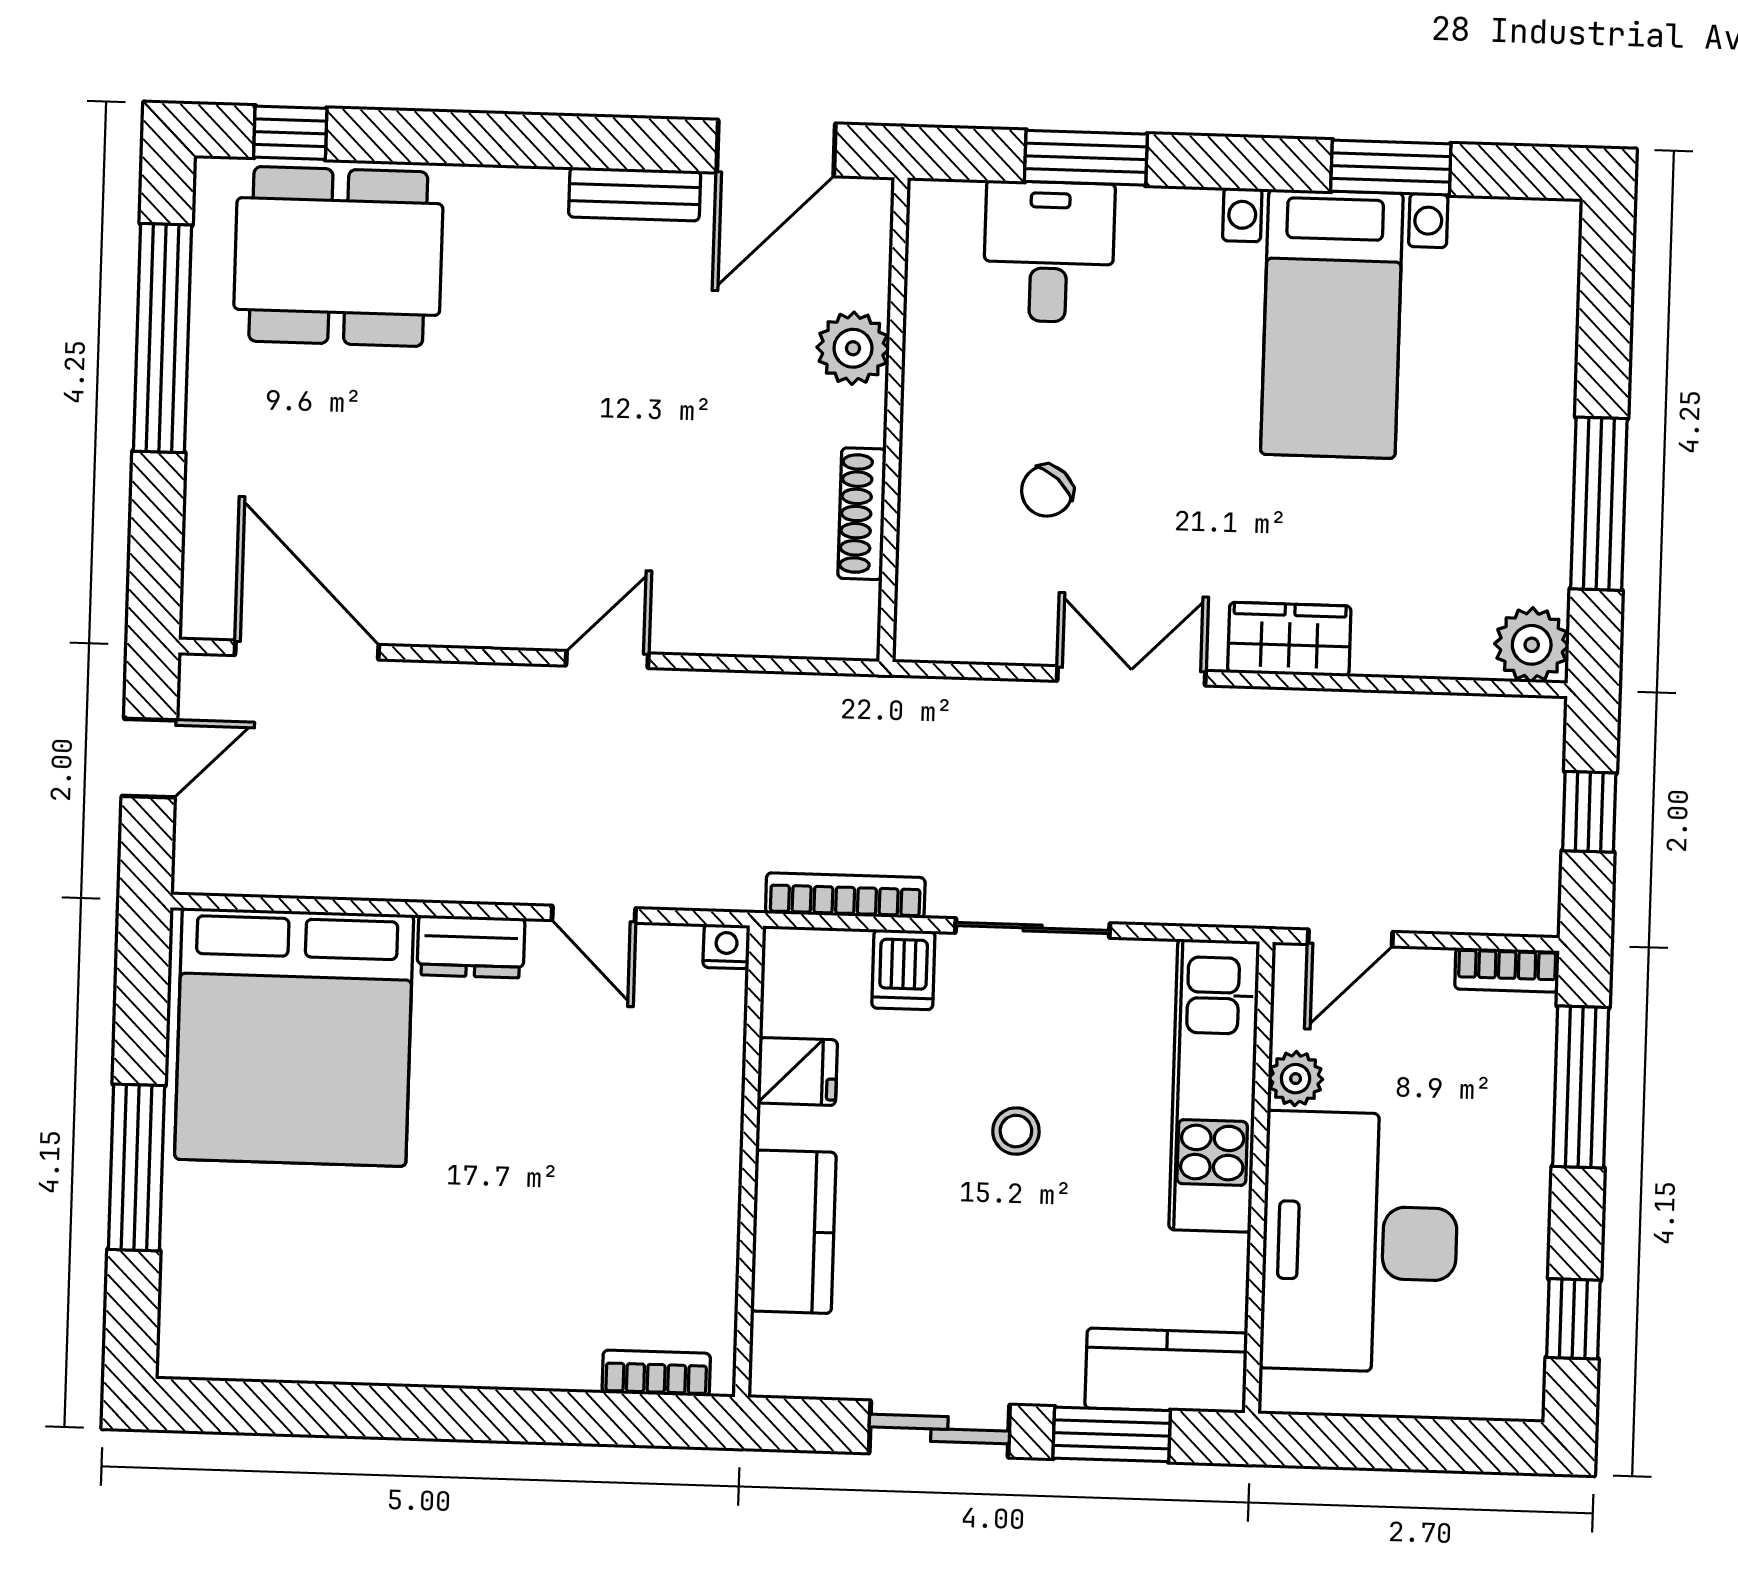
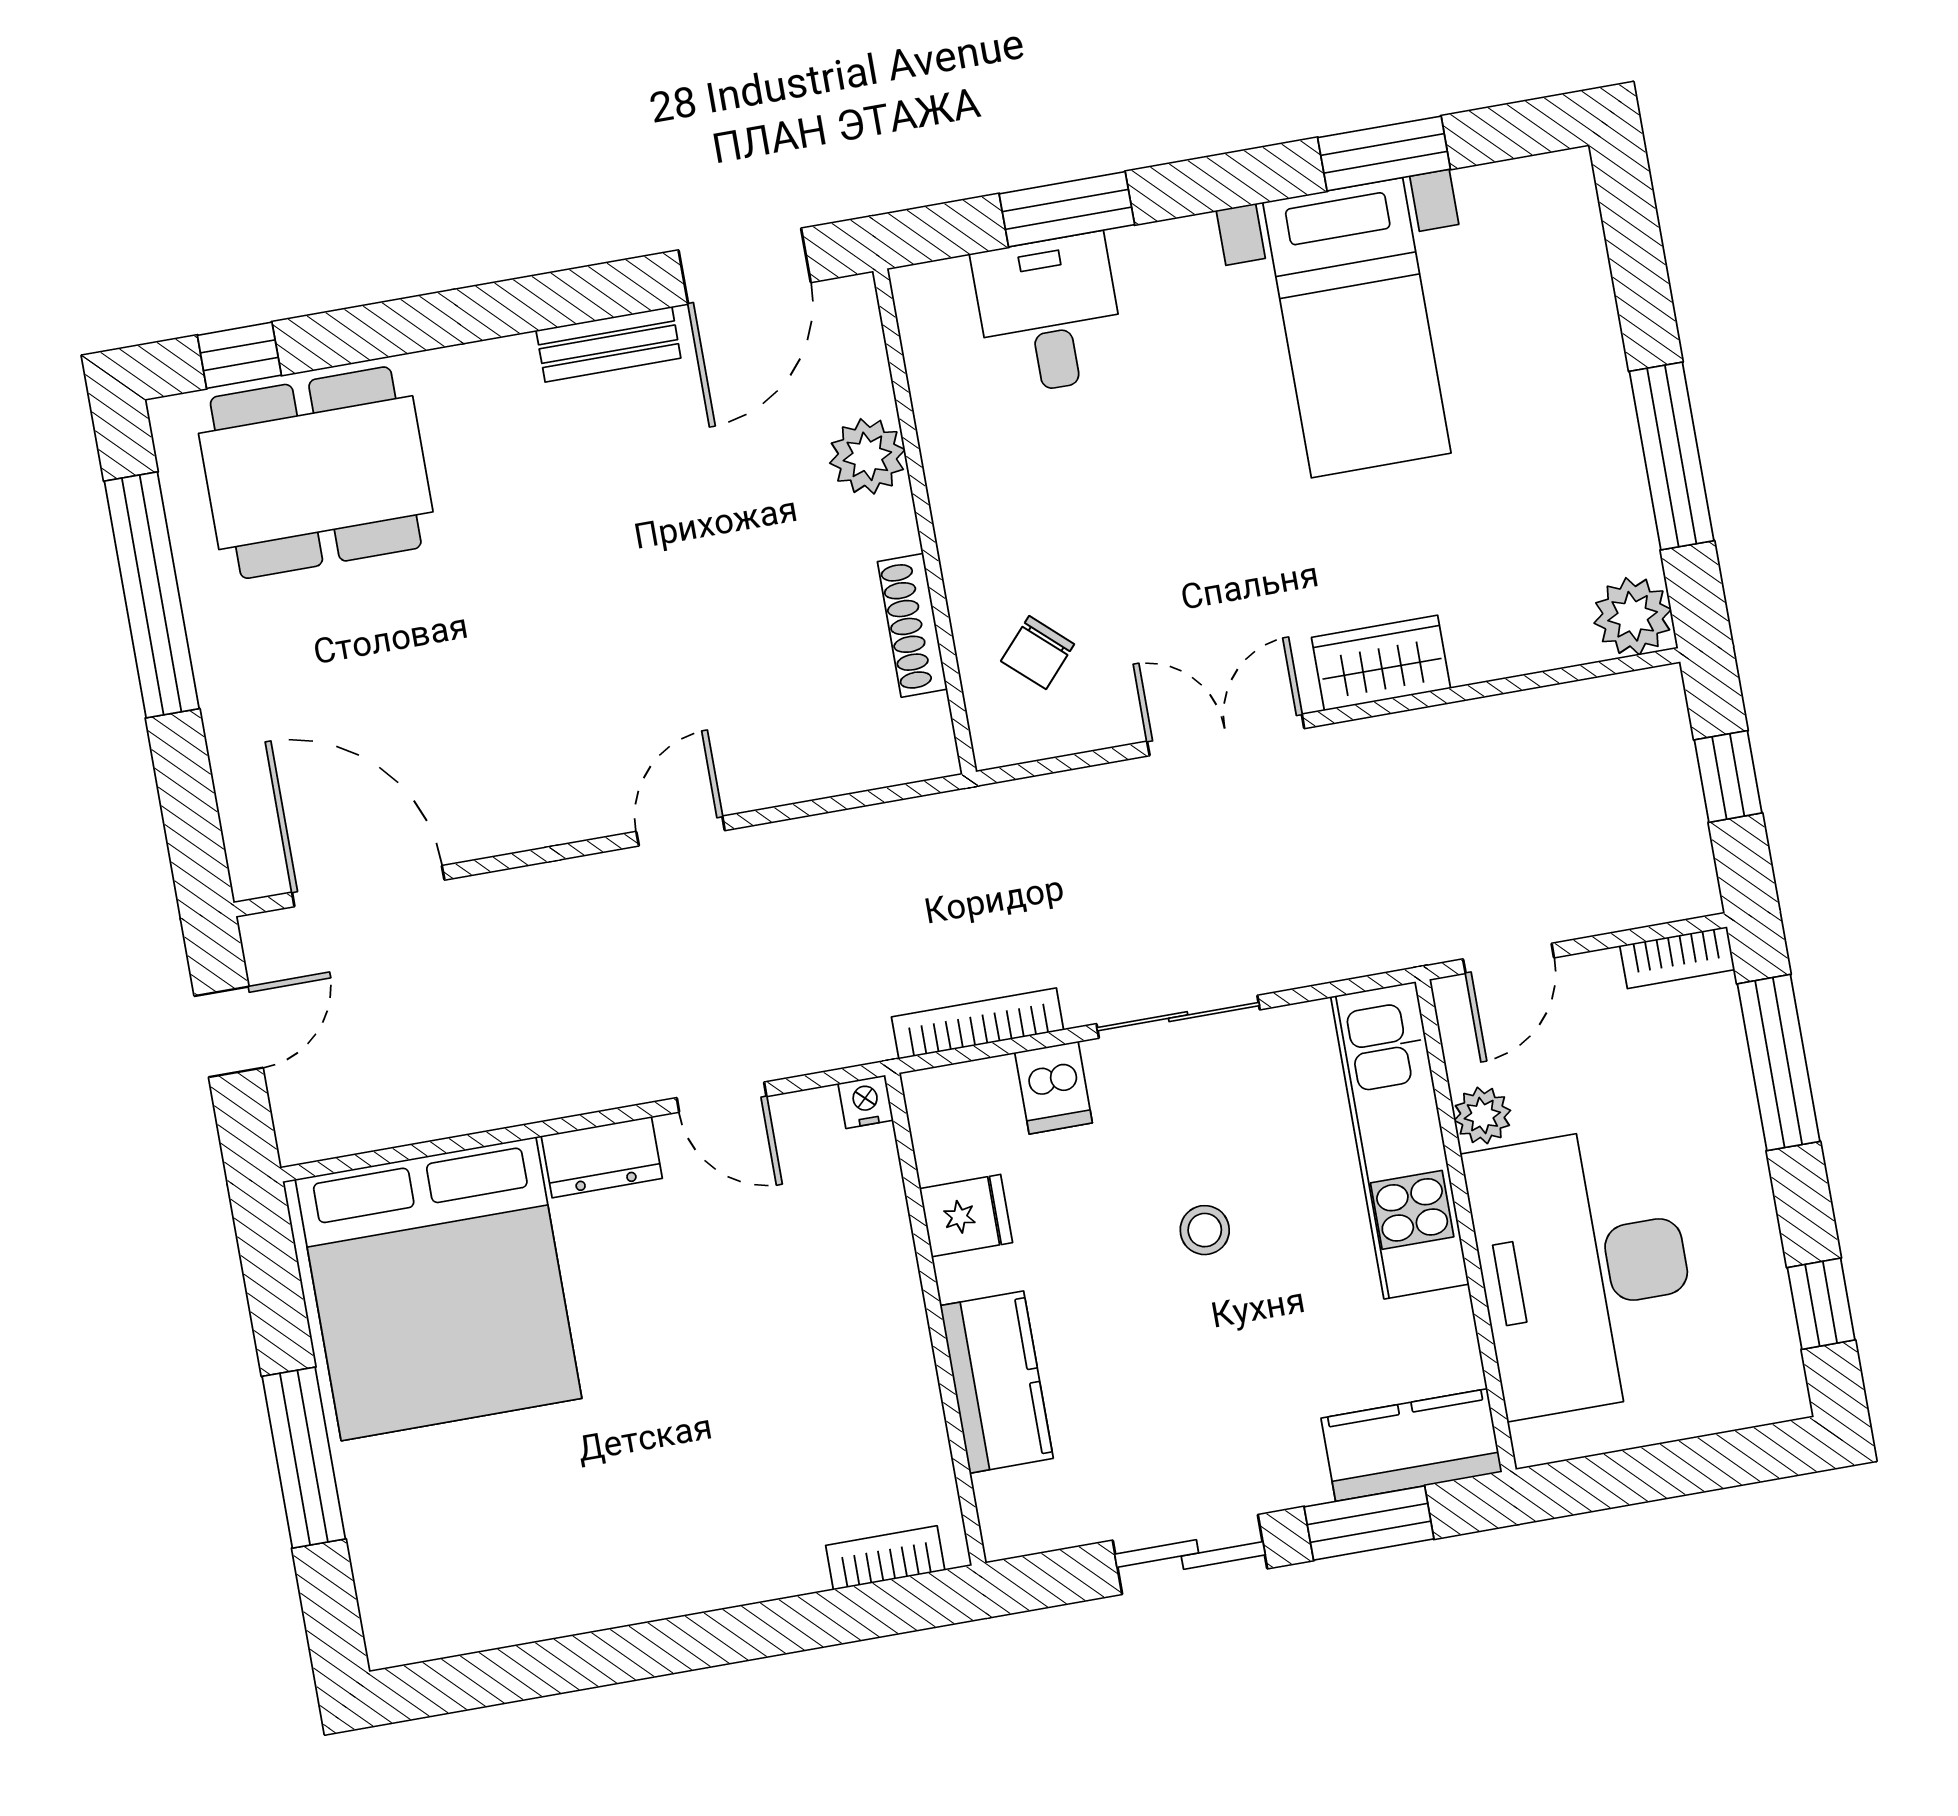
chair: (1047, 491) -> (1038, 653), moved

